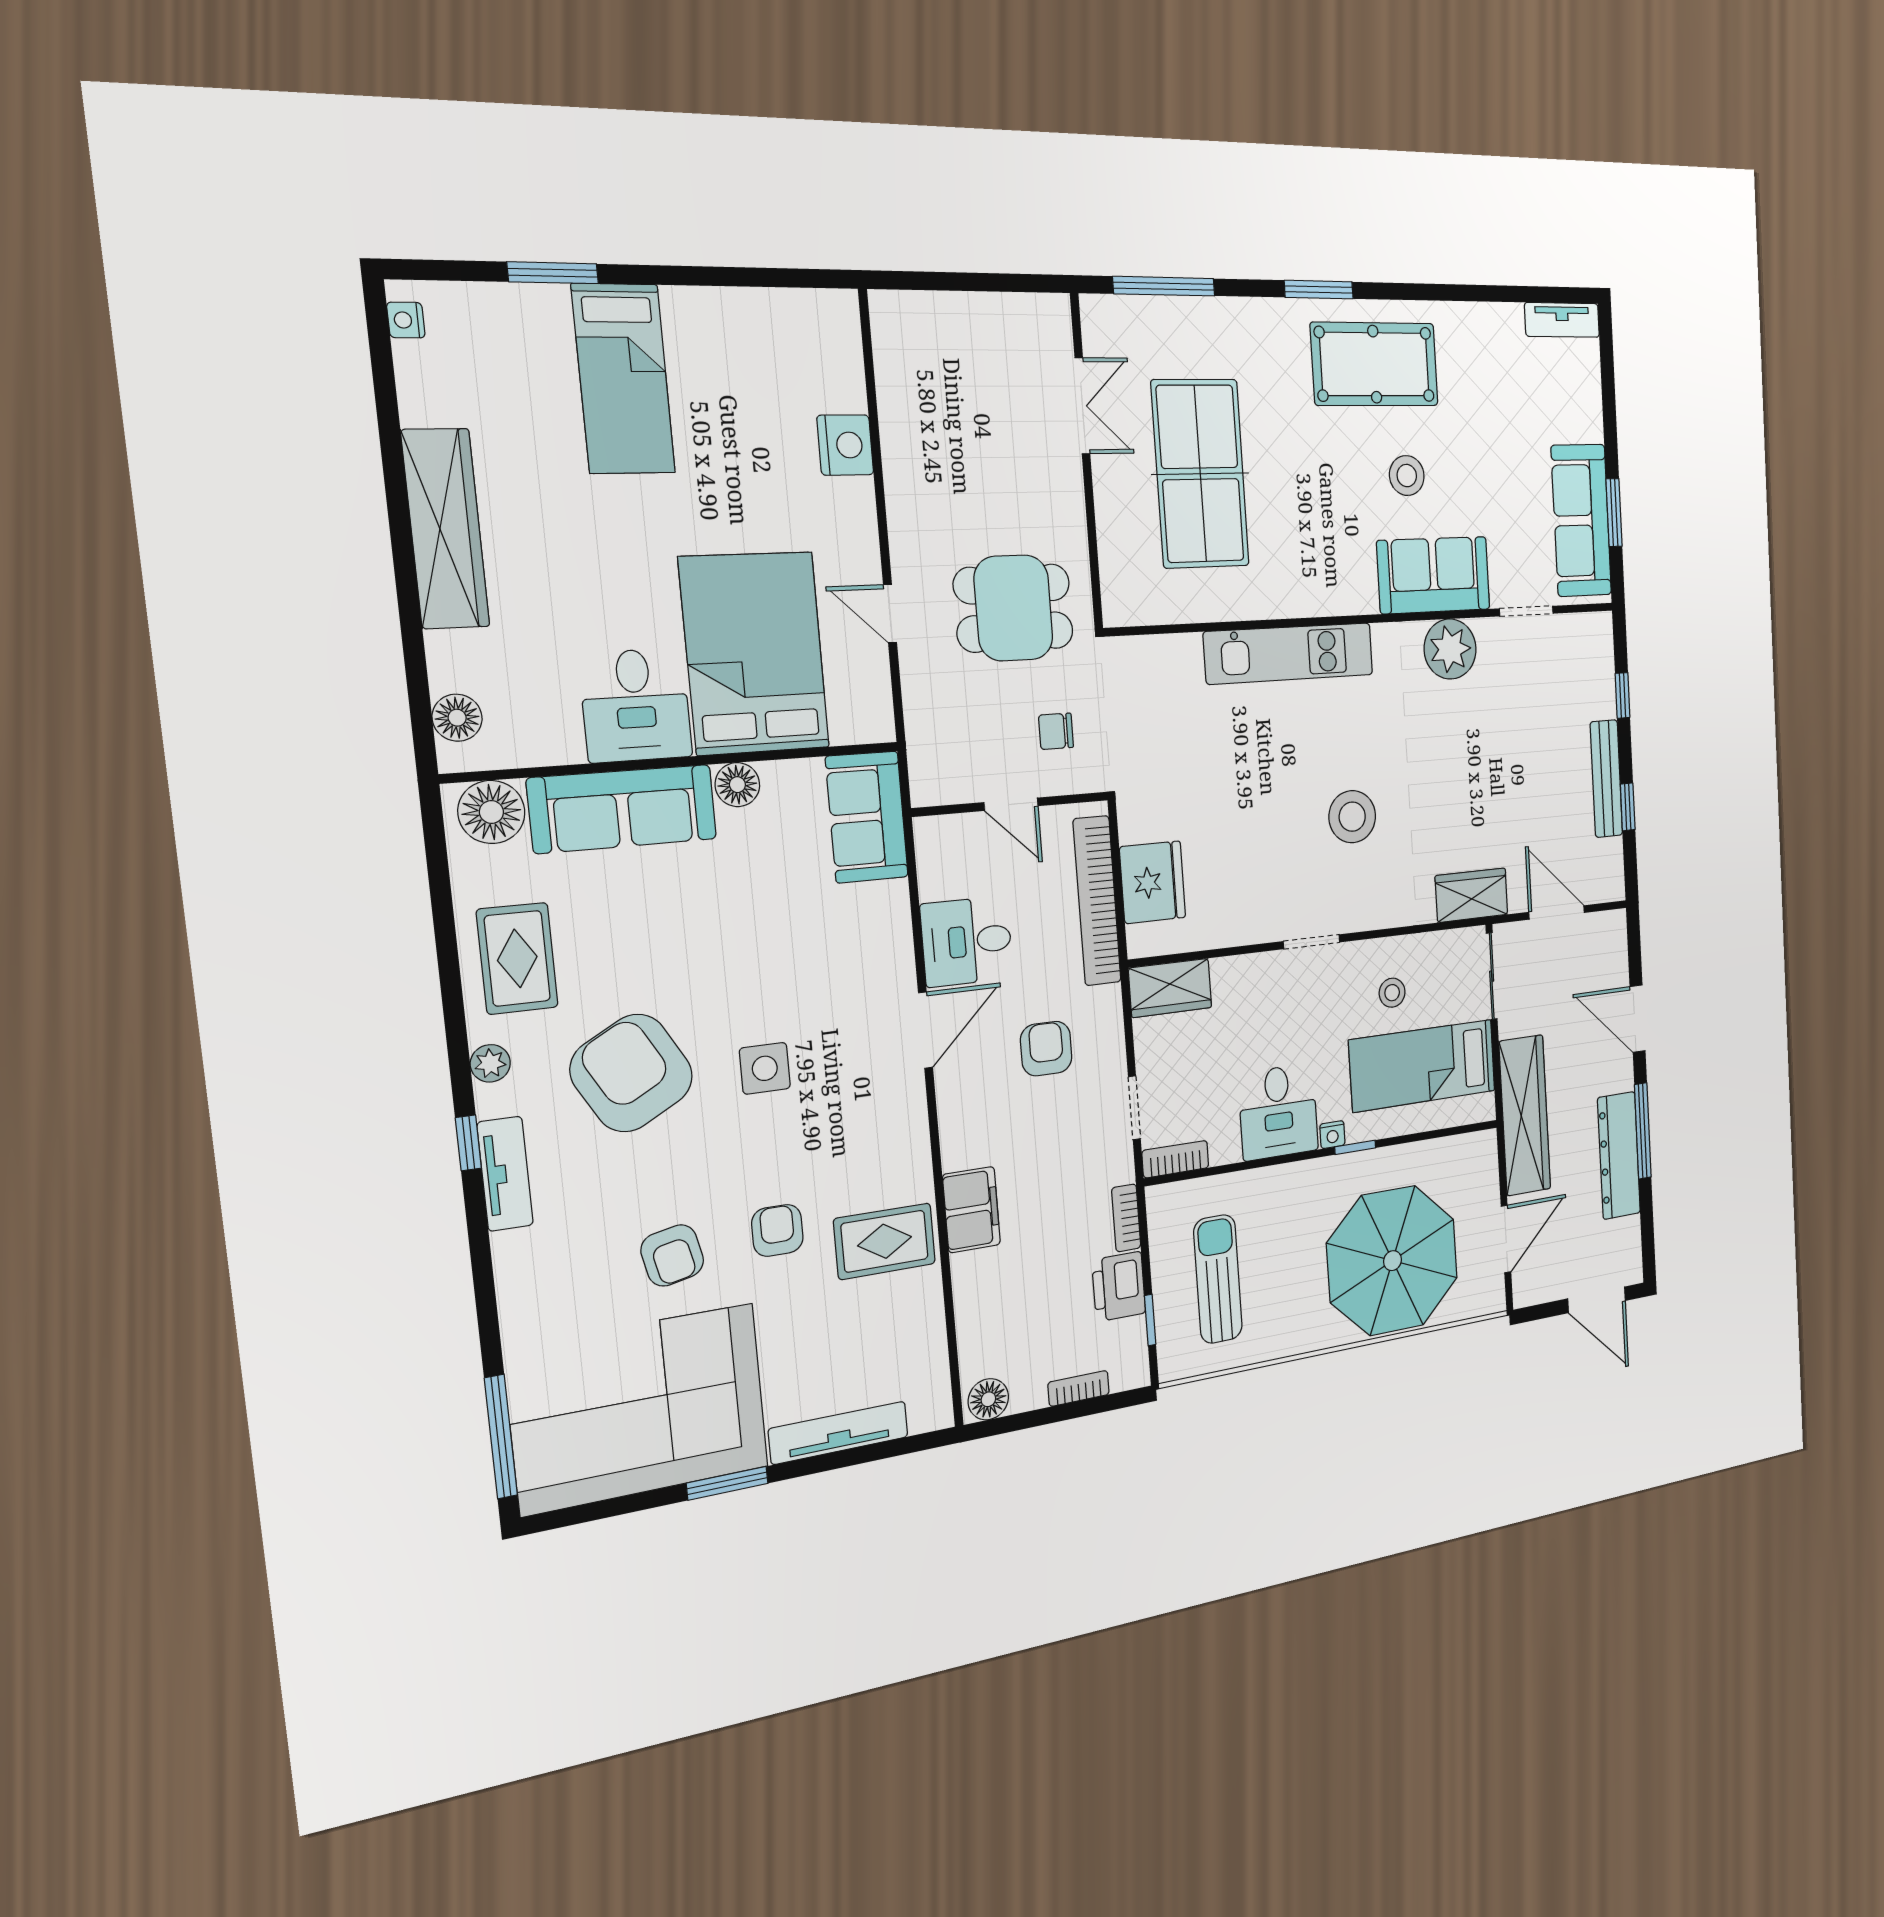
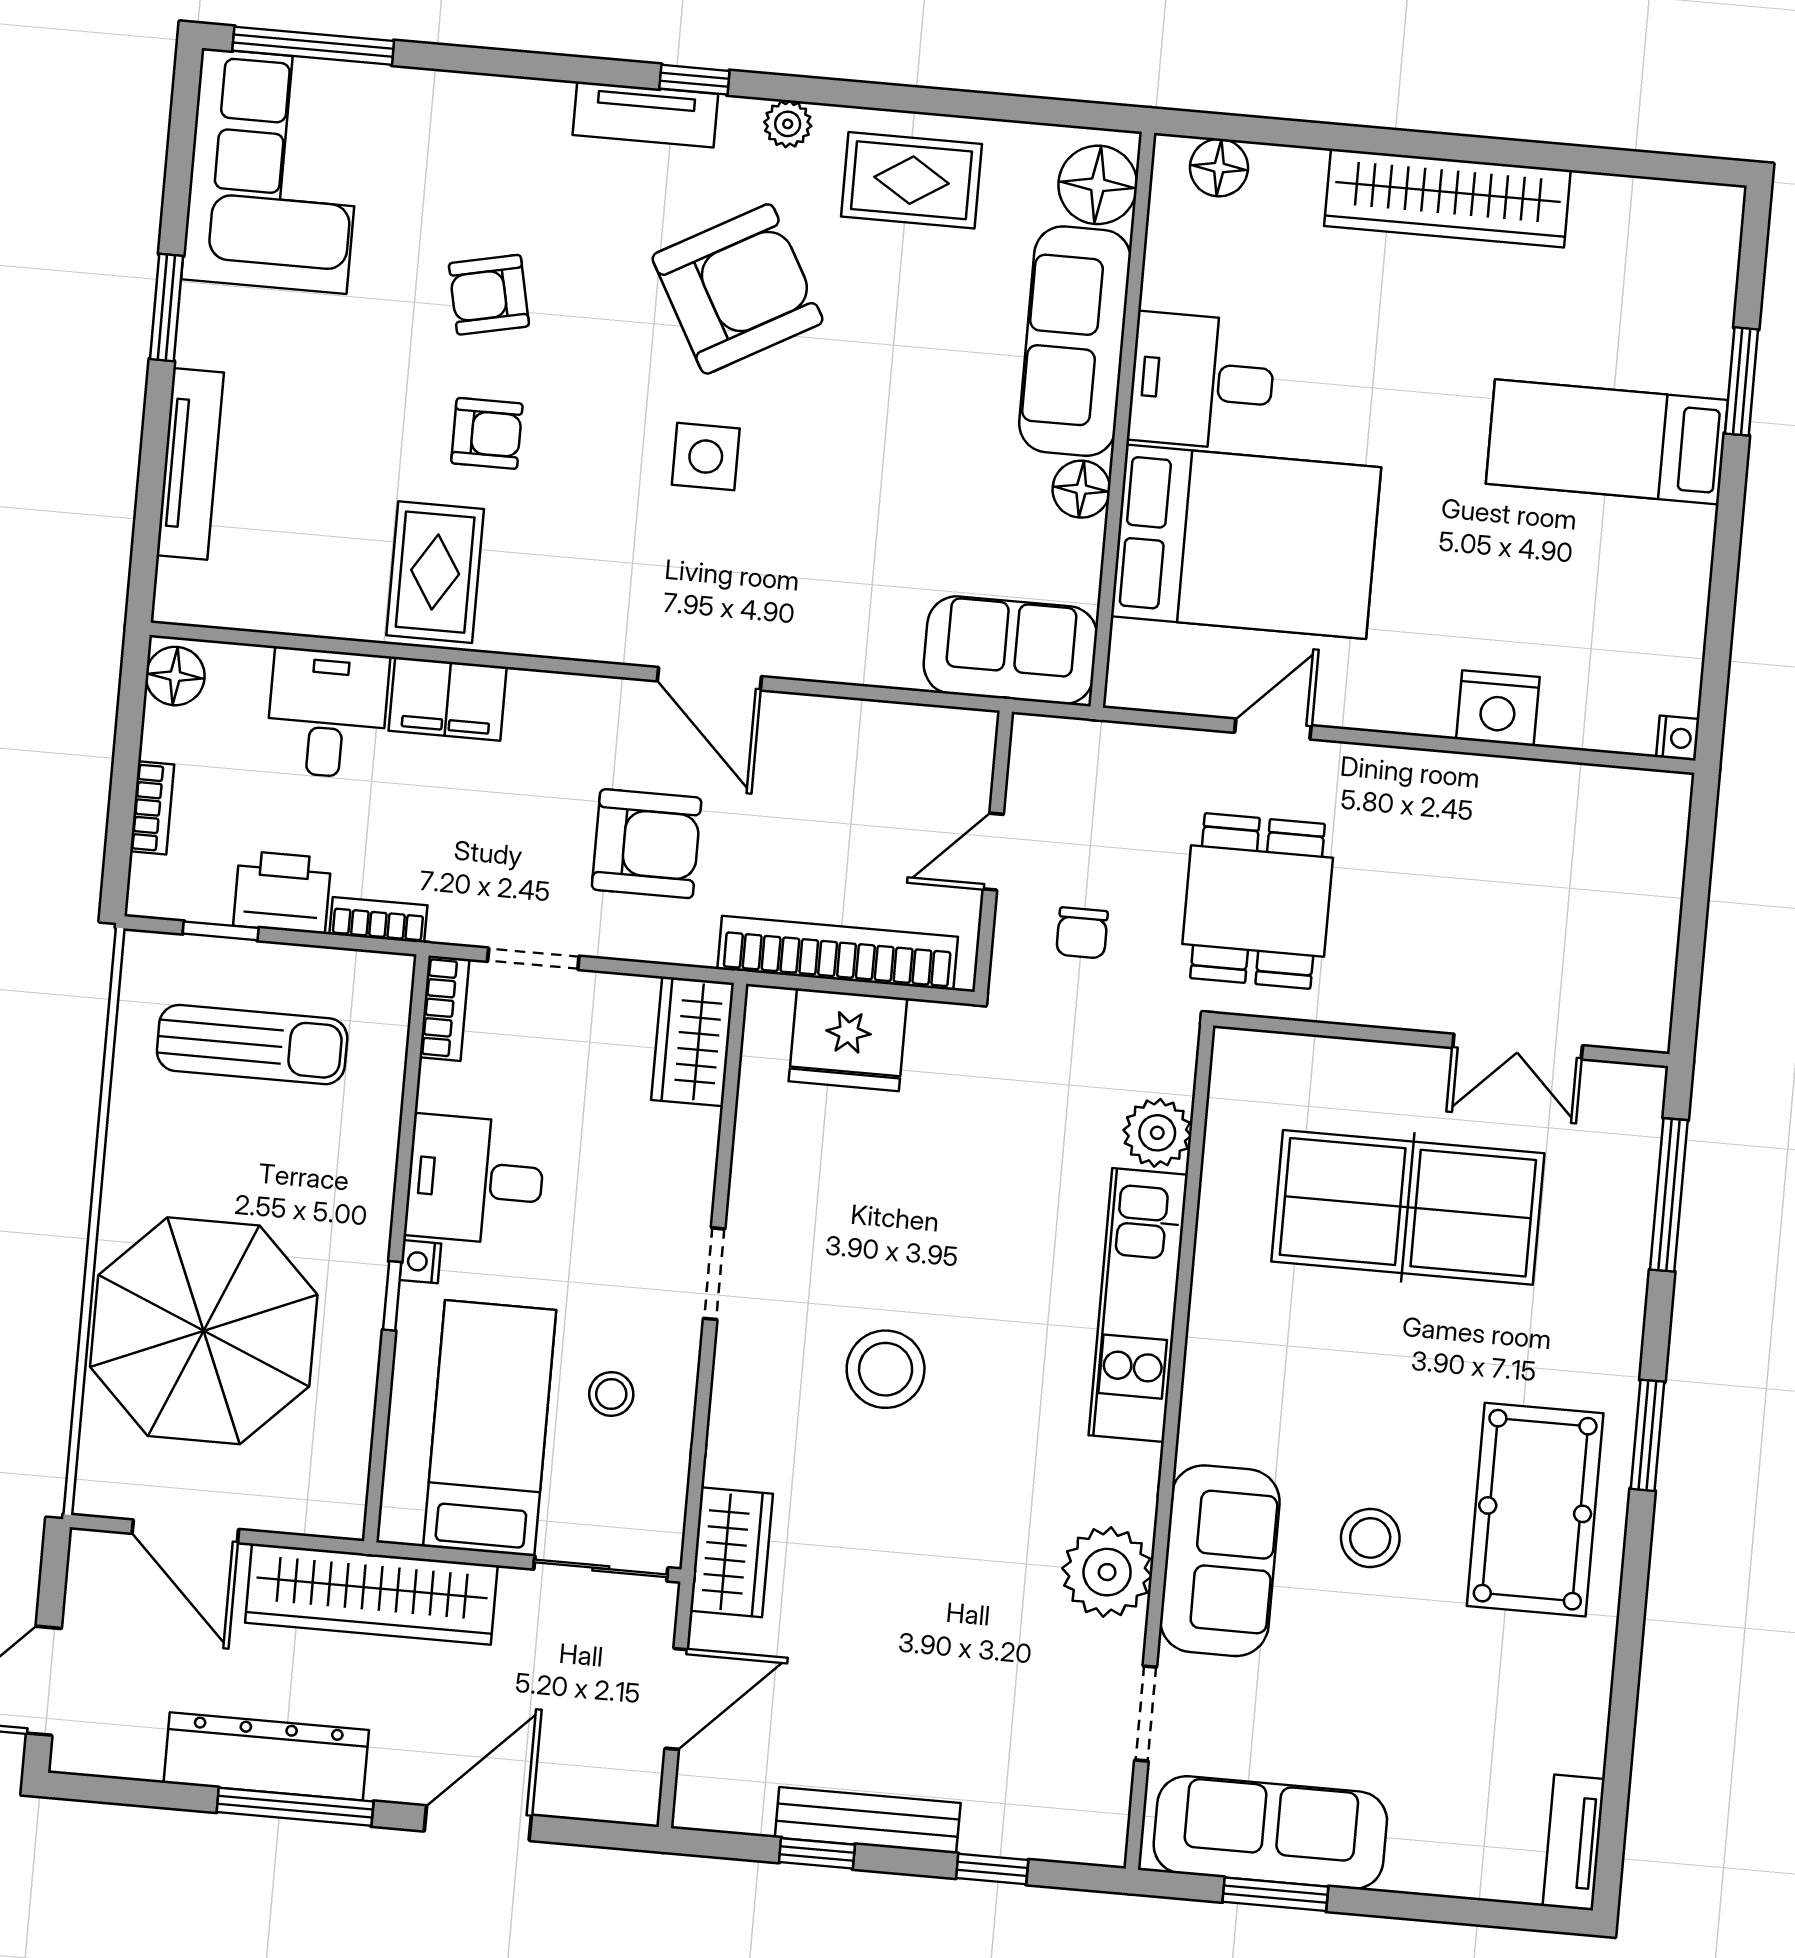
nightstand: (406, 320) -> (1678, 738), moved, turned 90
plant: (1179, 657) -> (1157, 1133), added
chair: (1056, 731) -> (1082, 933), turned 180
desk: (967, 941) -> (327, 713), moved
armchair: (1046, 1049) -> (647, 844), width x1.38, depth x1.38
corner sofa: (638, 1409) -> (274, 171), width x0.73, depth x0.74

